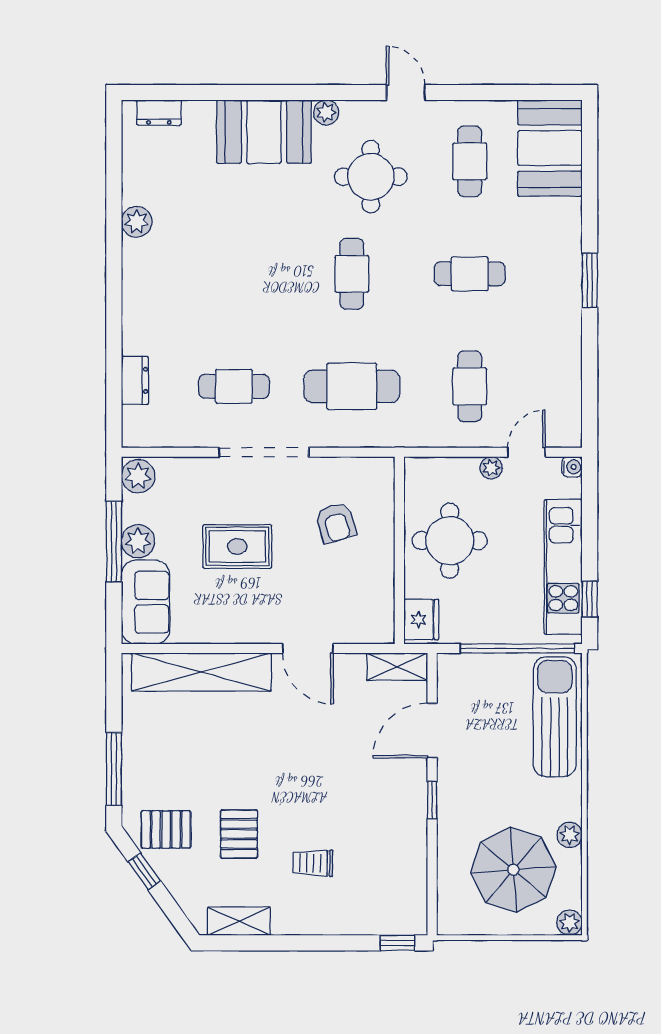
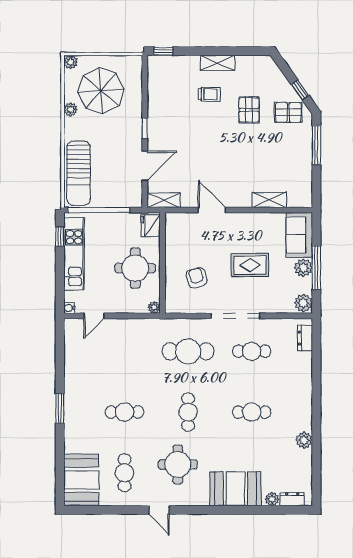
plant: (326, 112) -> (272, 499), moved
dresser: (135, 380) -> (305, 338), moved
cafe table: (470, 386) -> (252, 412), moved, turned 90
plant: (491, 468) -> (154, 307), moved
shelving: (201, 672) -> (269, 200), width x0.45, depth x0.75
shelving: (239, 921) -> (218, 63), moved

